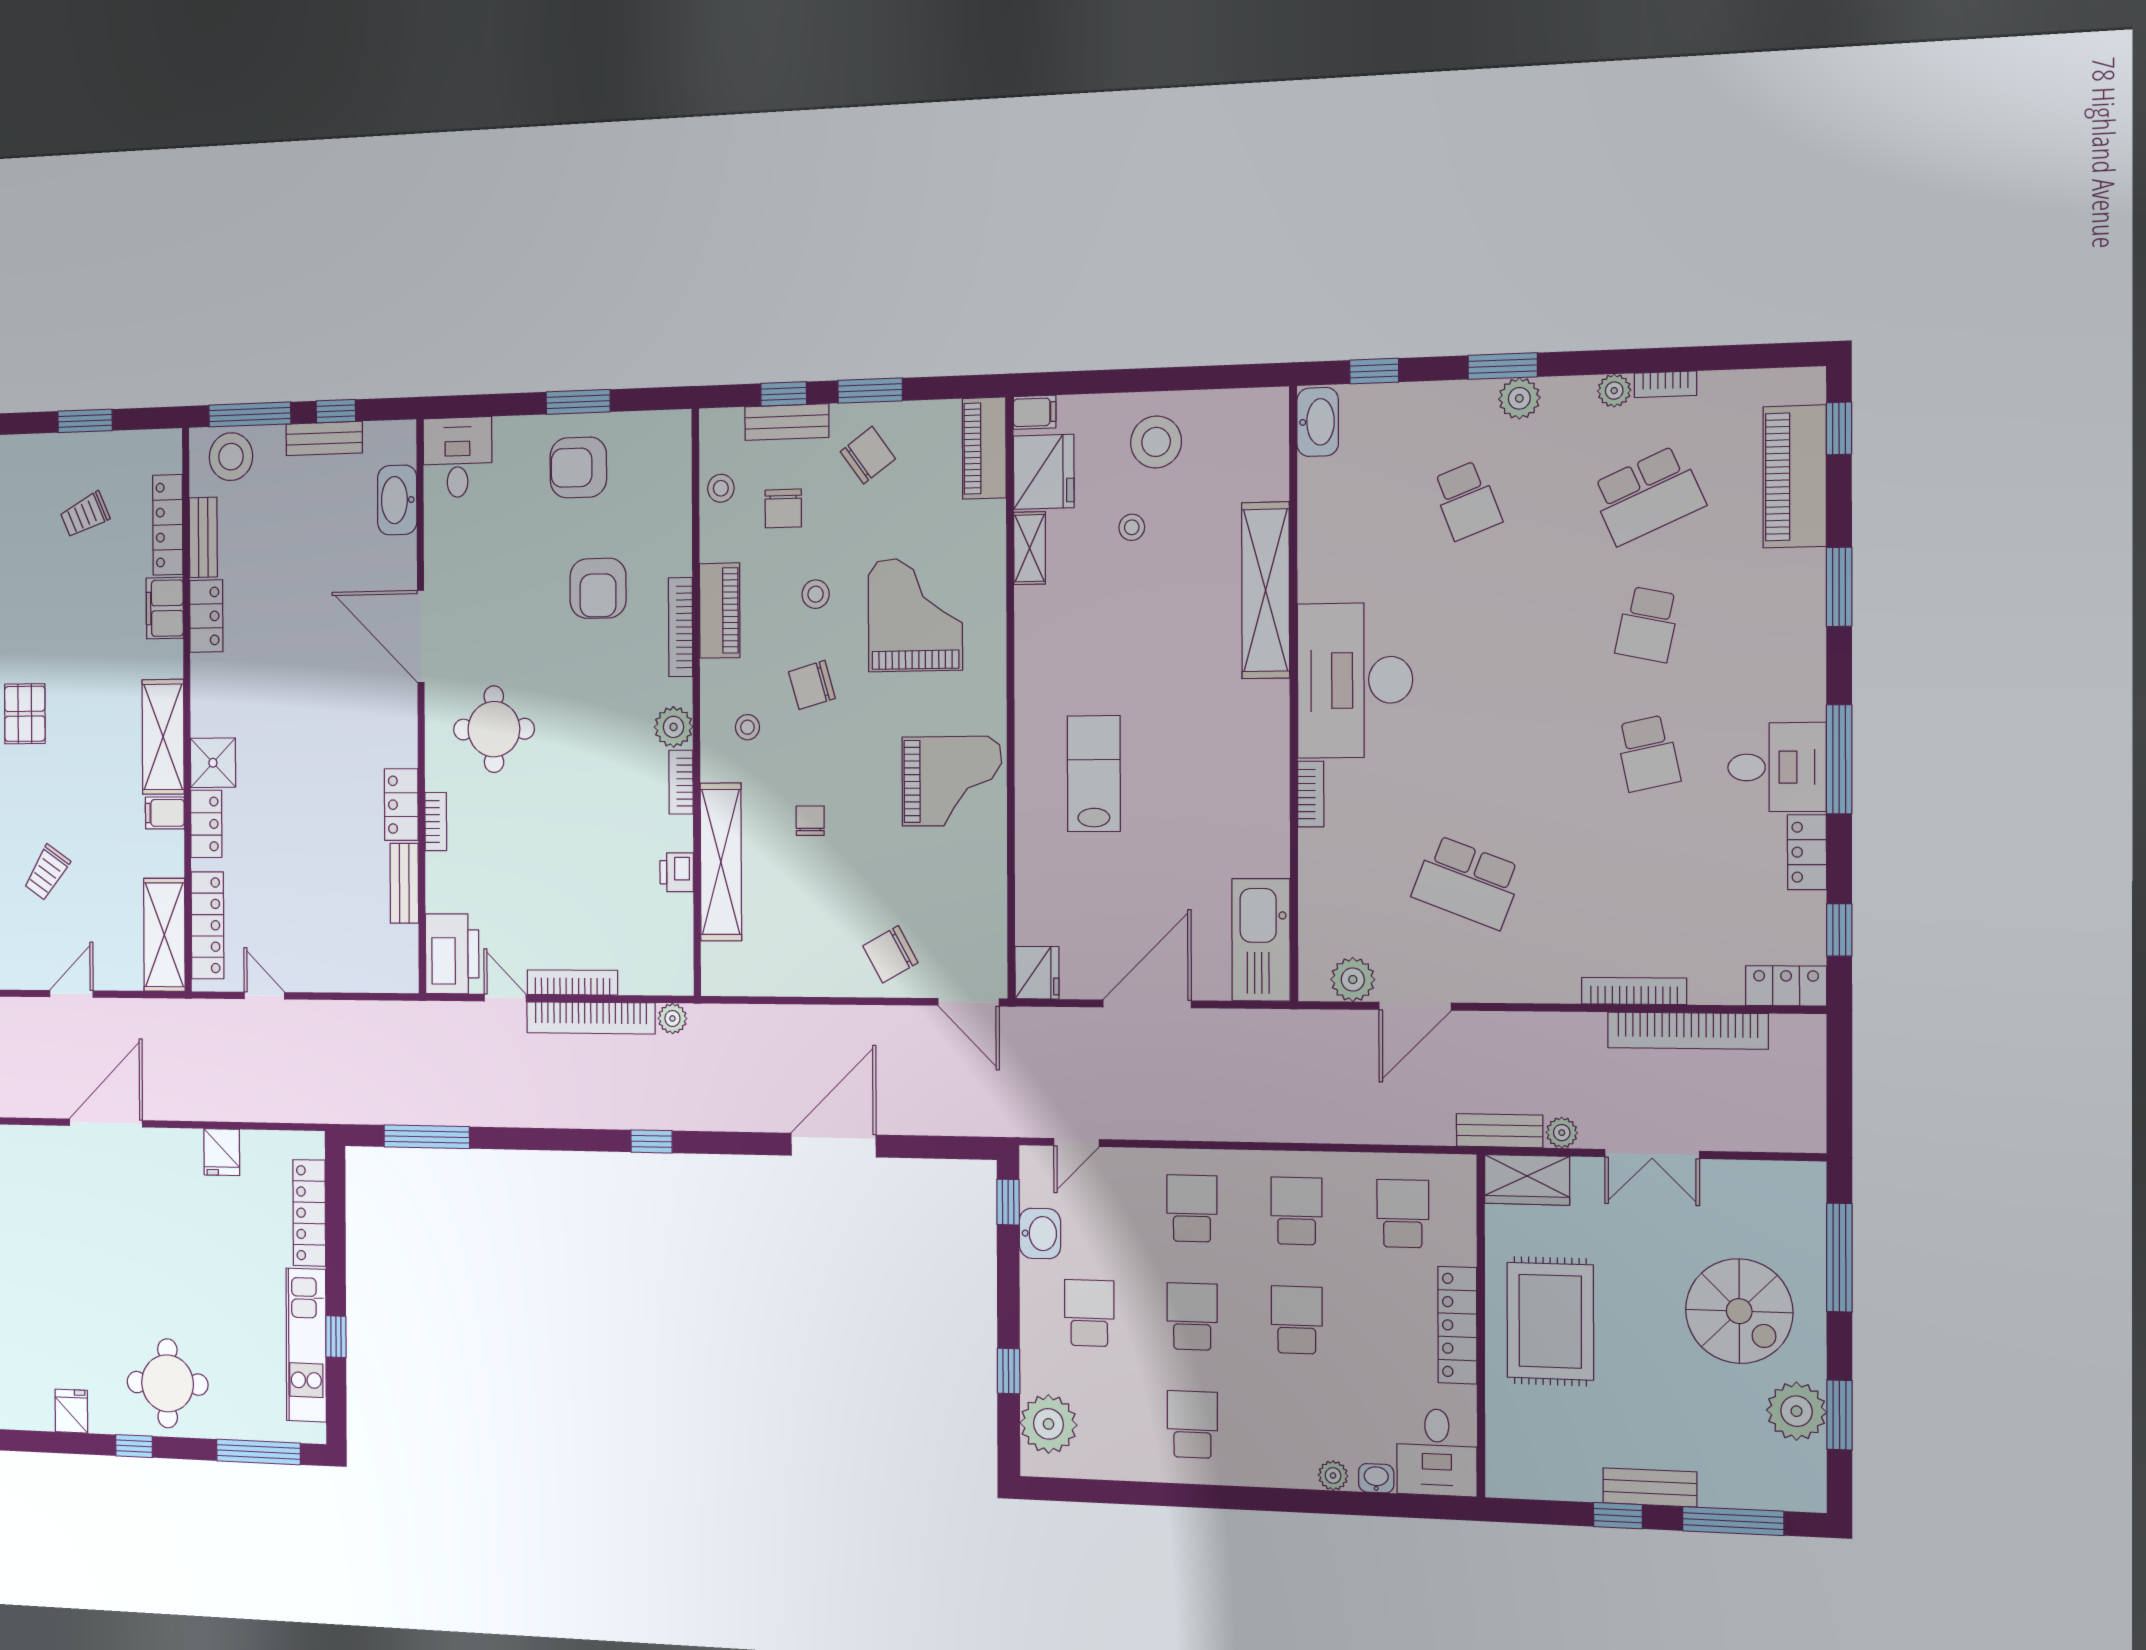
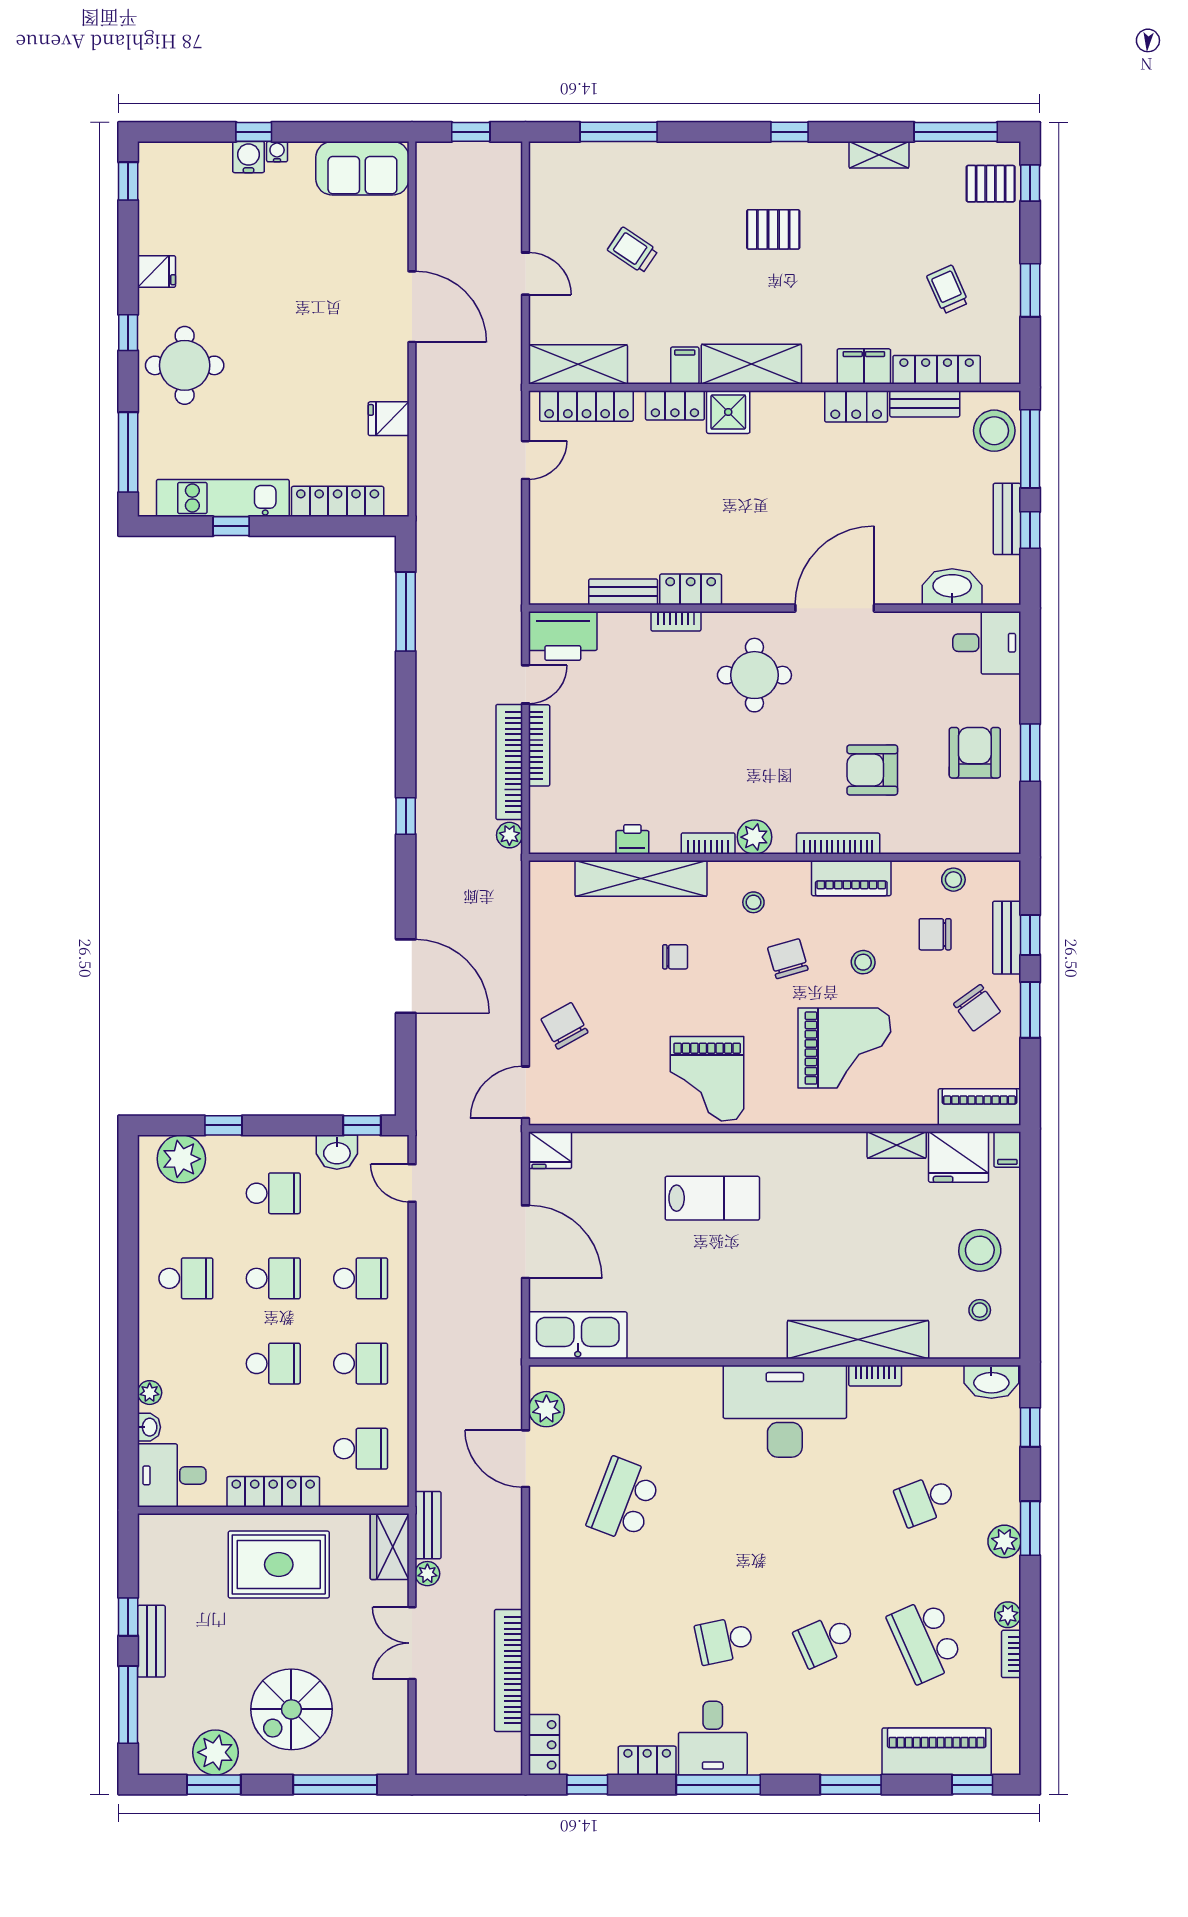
stool: (1132, 527) -> (980, 1310), moved
school desk: (1648, 624) -> (825, 1640), turned -36
bookcase: (1311, 794) -> (875, 1376), moved
bookcase: (1634, 991) -> (539, 1629), removed

